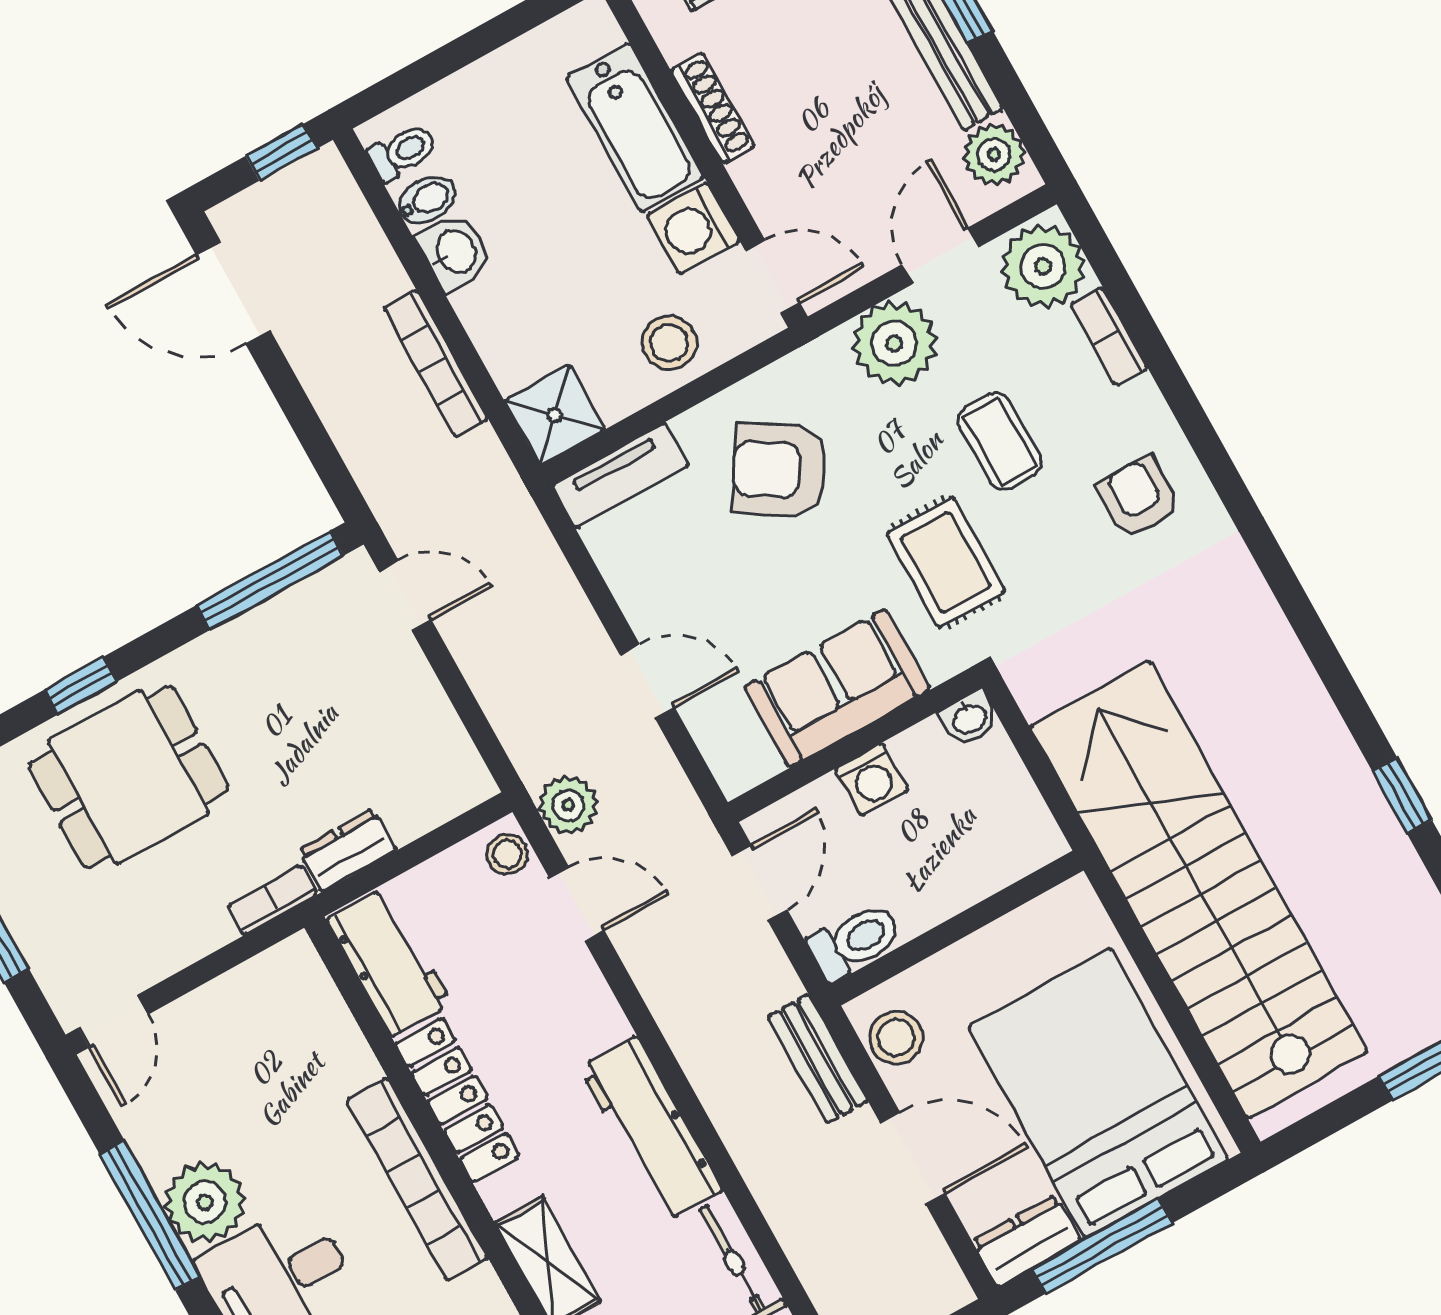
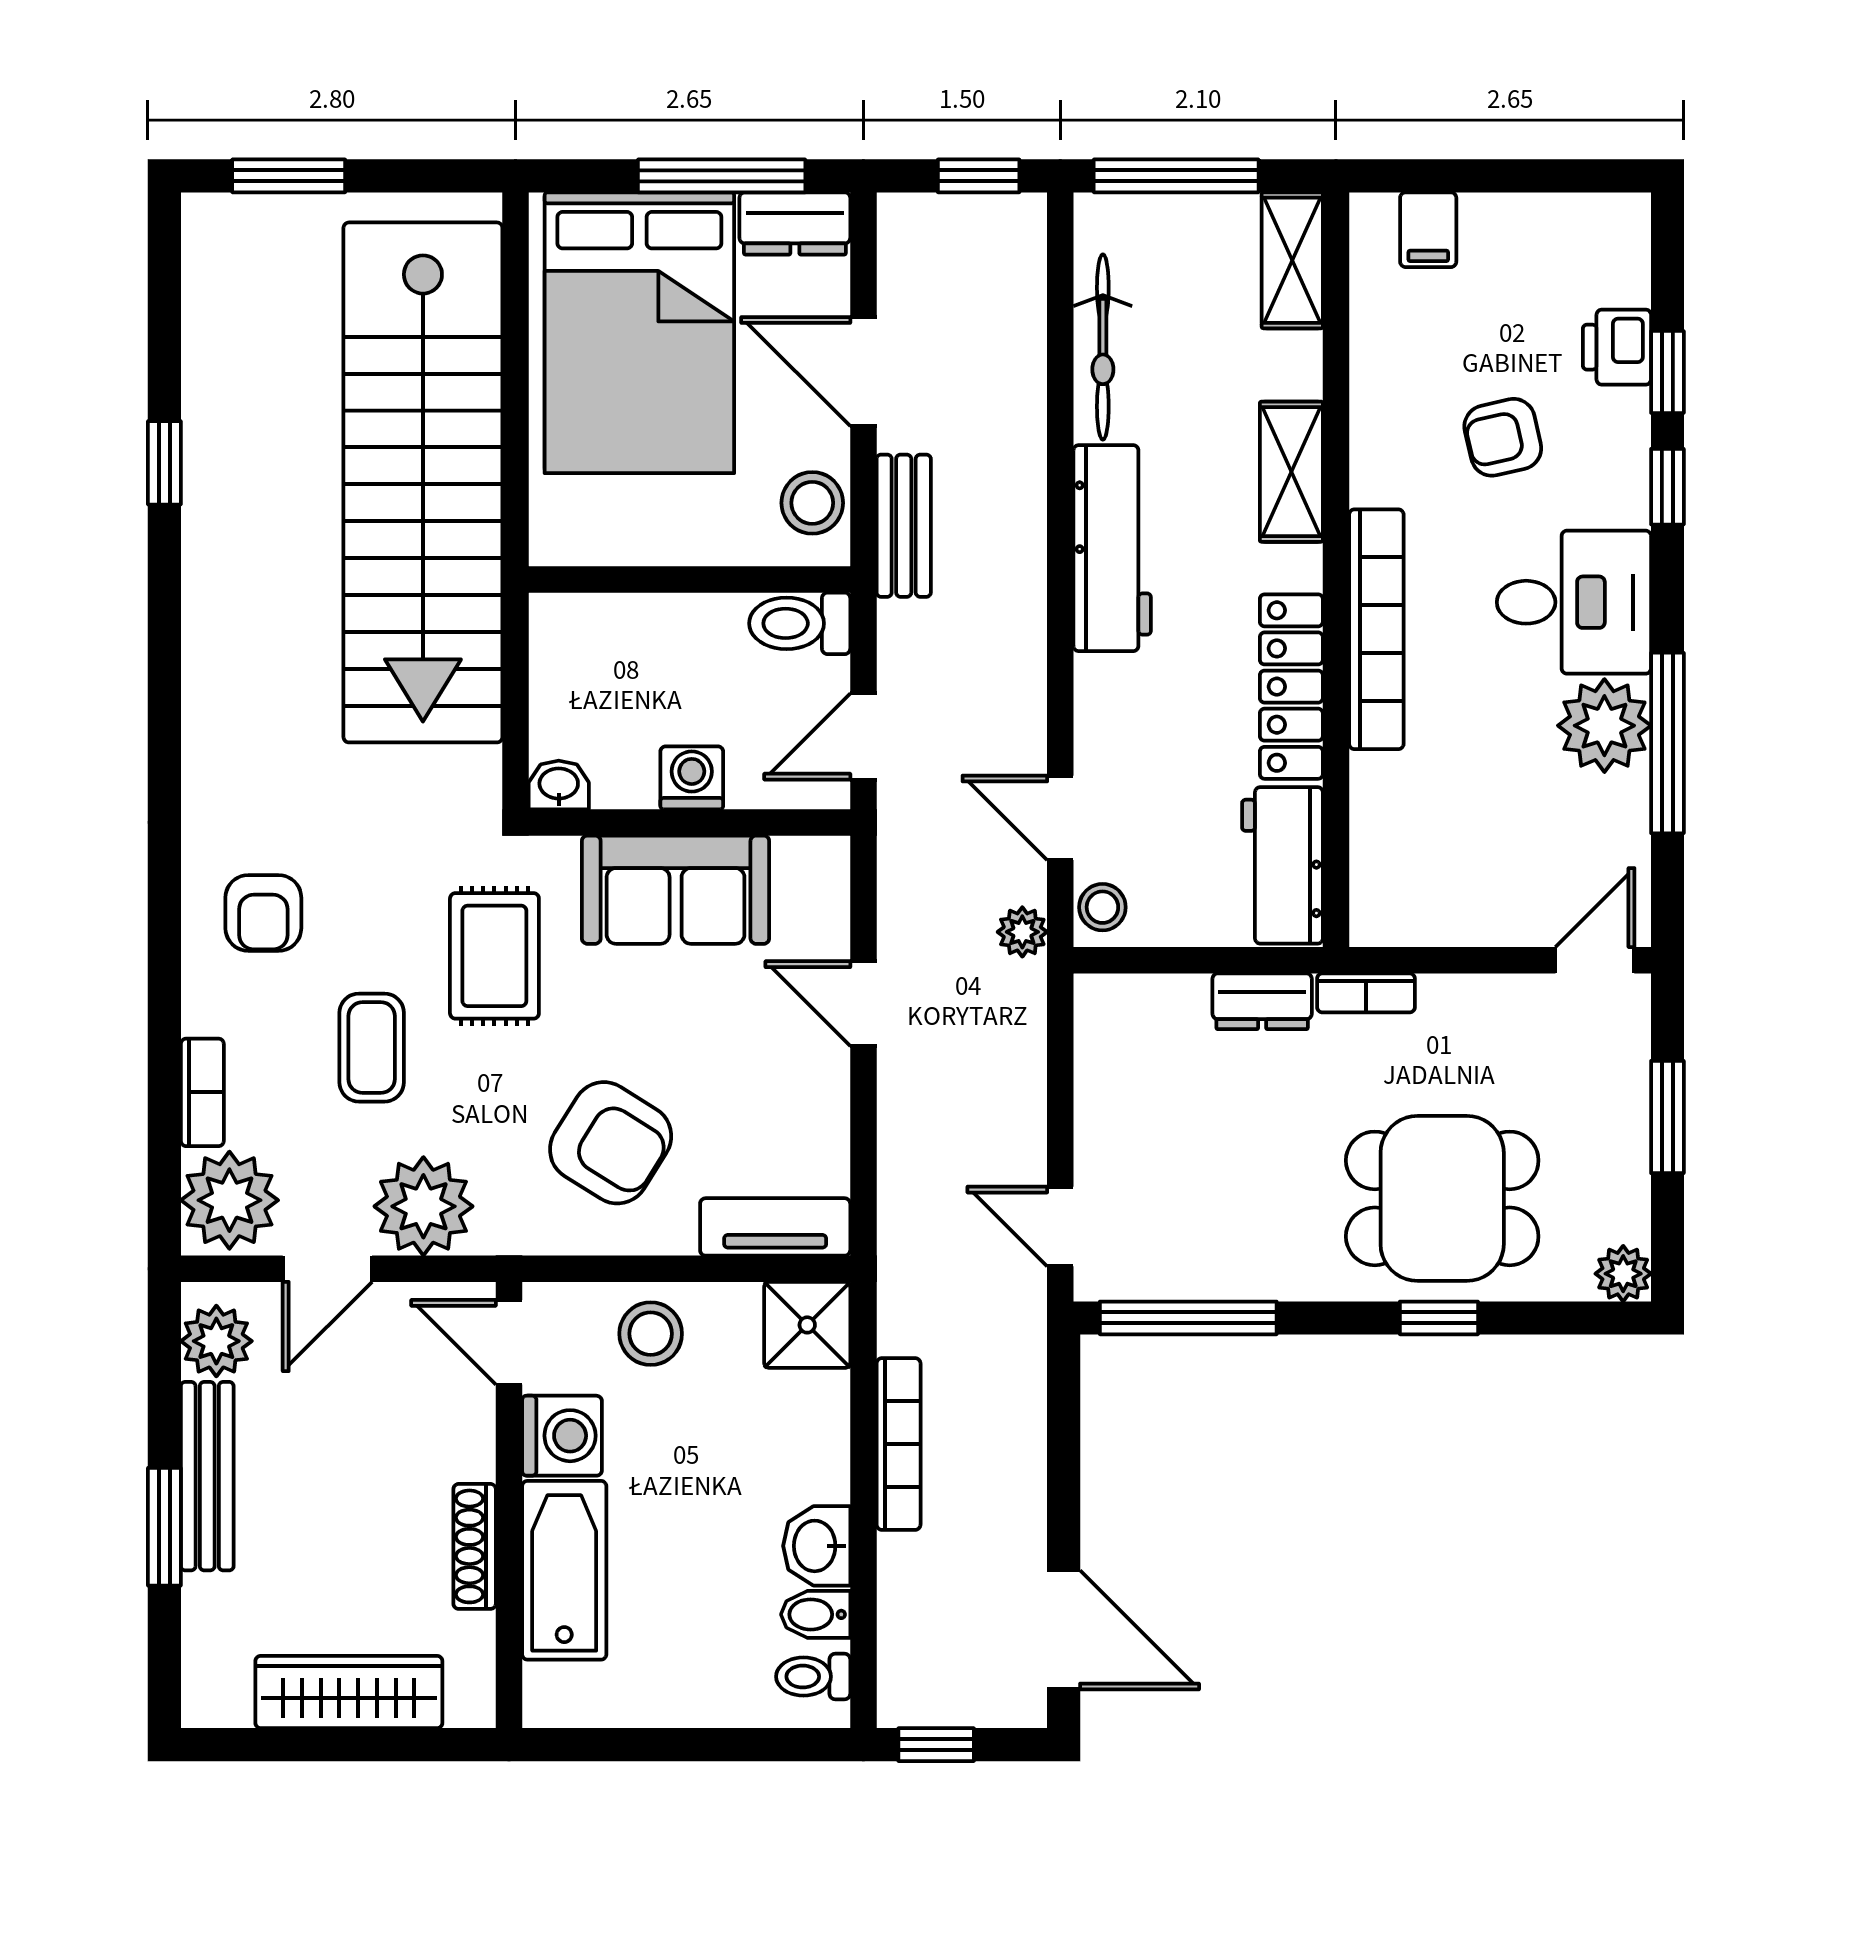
plant: (568, 805) -> (1022, 932), width x0.73, depth x0.73

